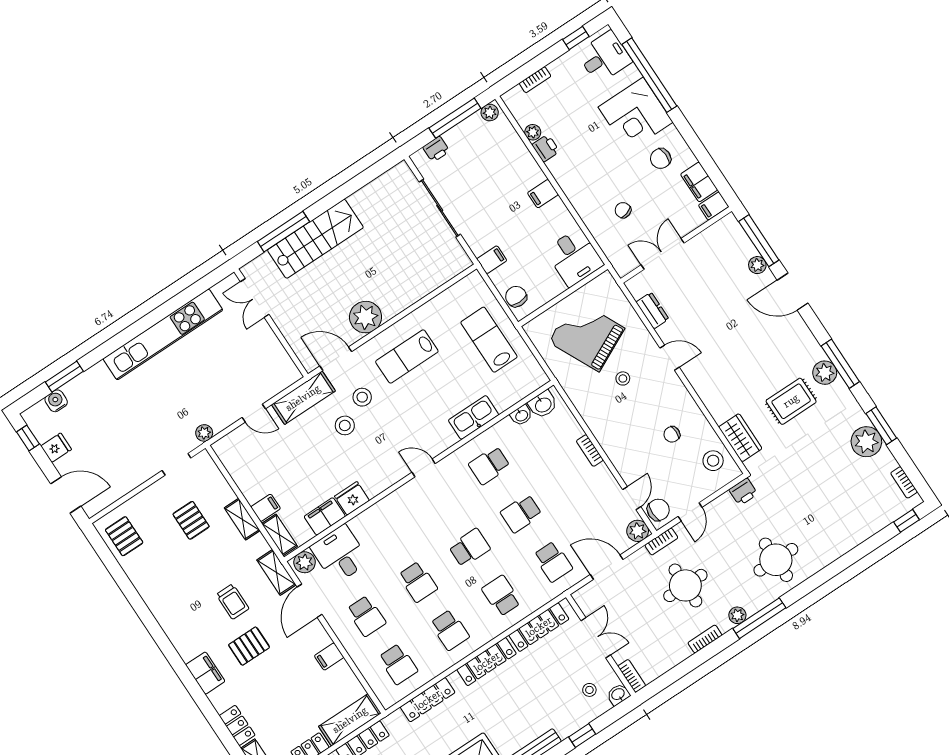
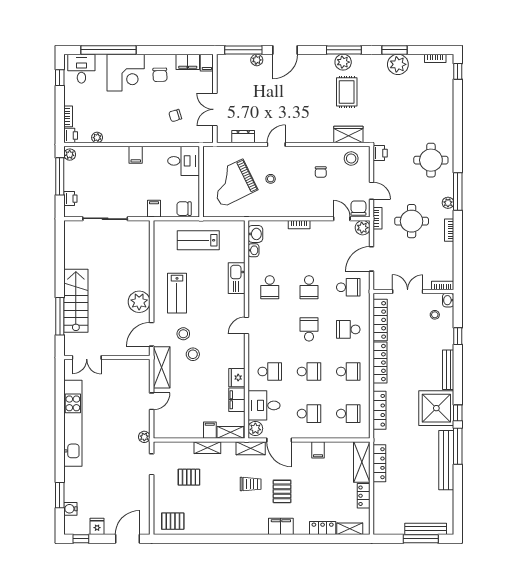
printer: (546, 148) -> (71, 135), moved, turned 90
school desk: (386, 534) -> (270, 371), added

